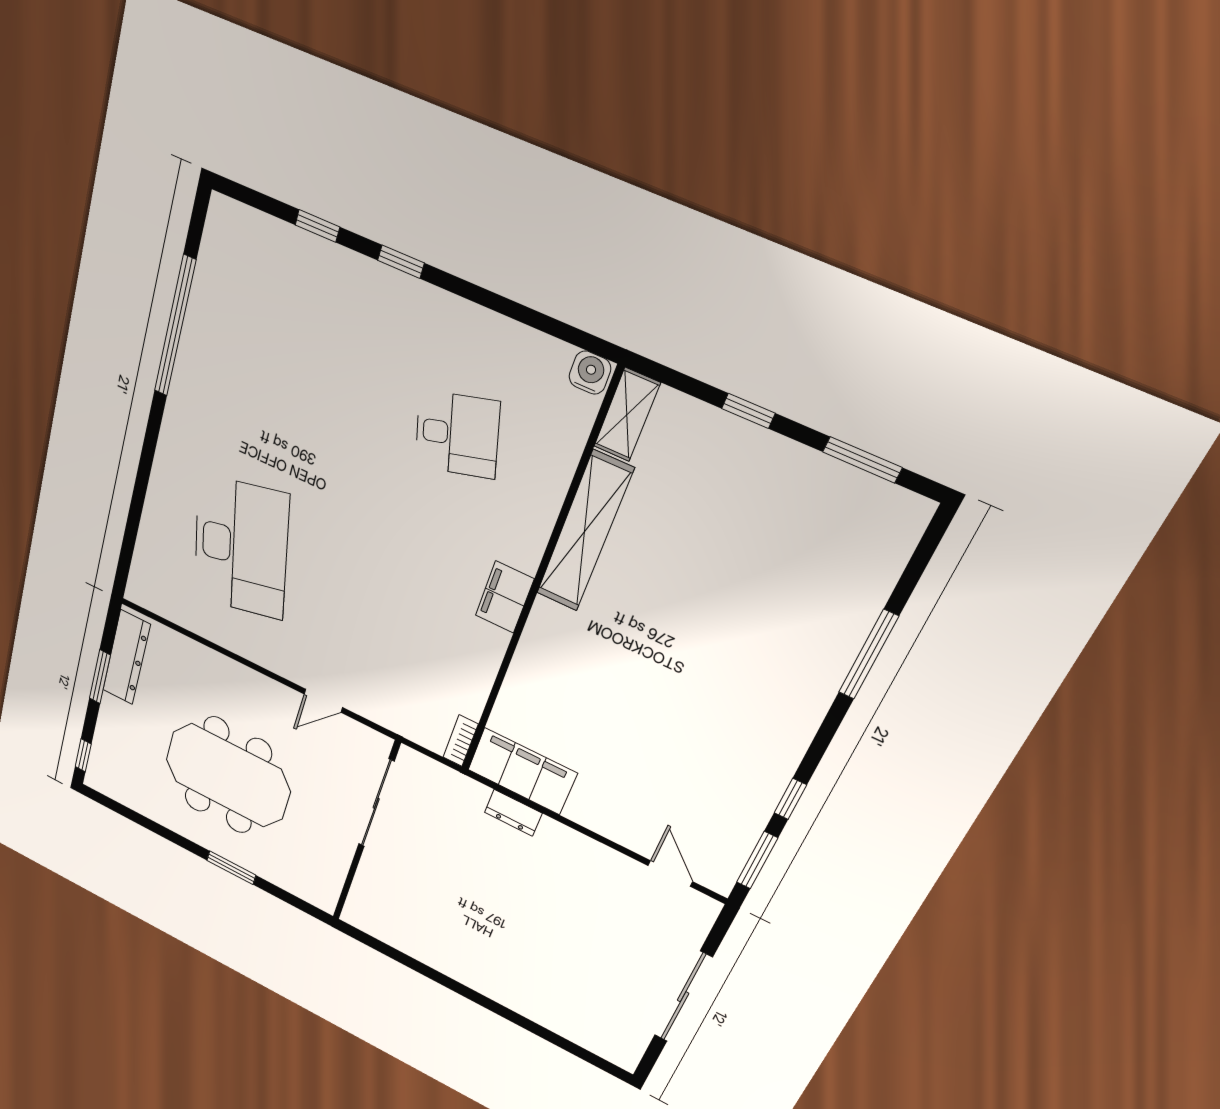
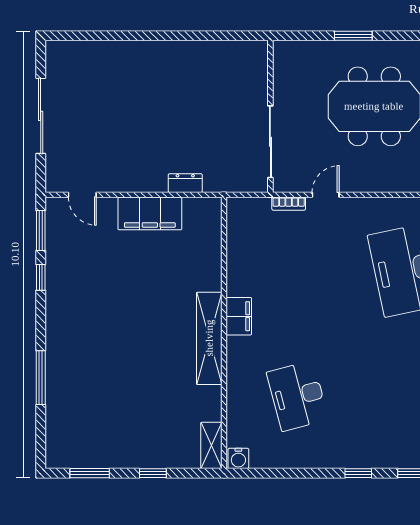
desk: (457, 434) -> (297, 396), width x1.37
shelving: (585, 532) -> (209, 338), moved
bookcase: (461, 741) -> (289, 204), moved, turned 90
filing cabinet: (522, 771) -> (150, 213), moved

